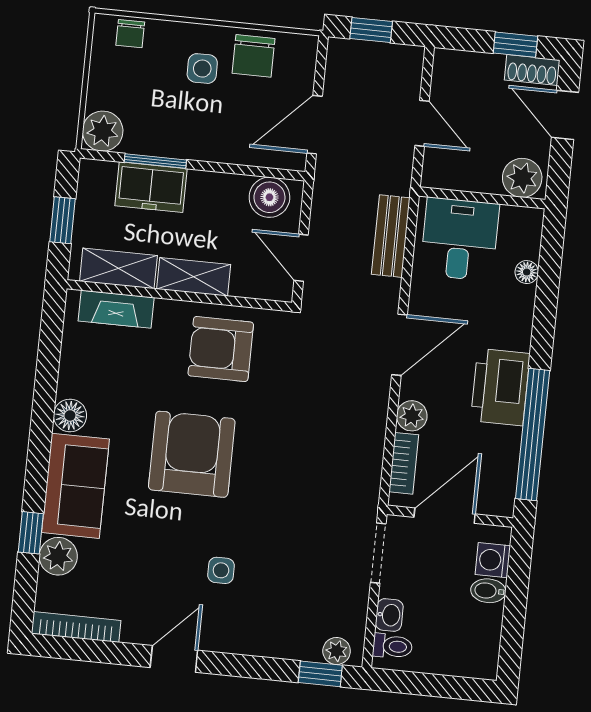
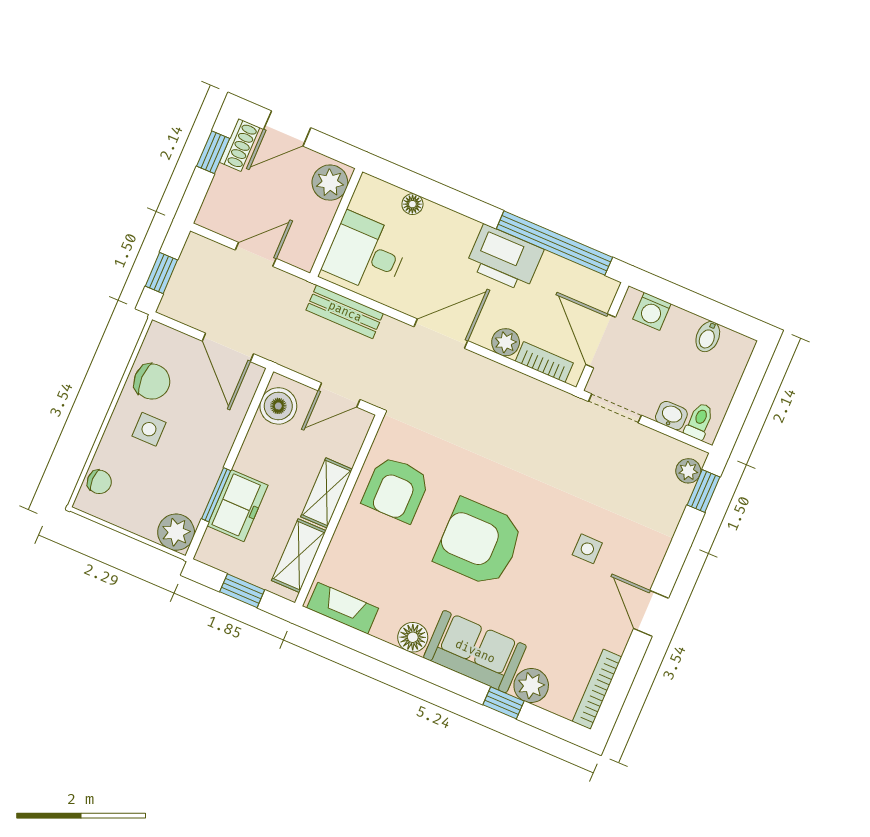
fireplace: (116, 309) -> (343, 608), moved, turned -90
door: (399, 345) -> (441, 334), hinge flipped
bidet: (488, 591) -> (708, 337), moved

